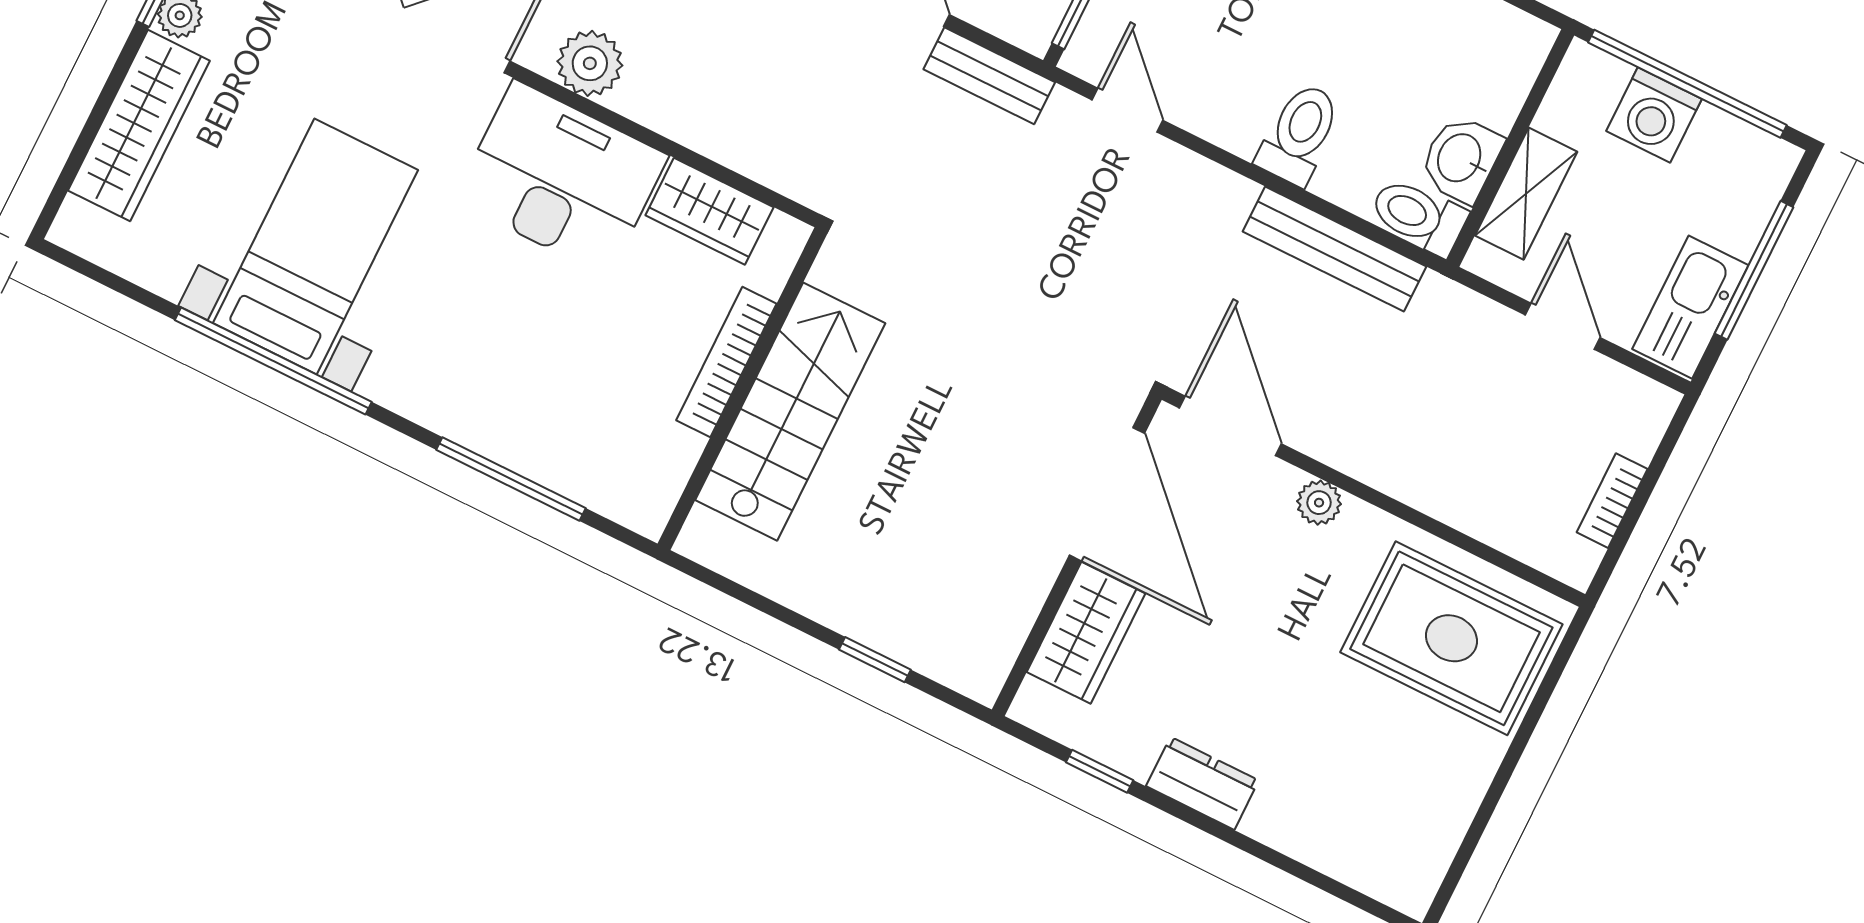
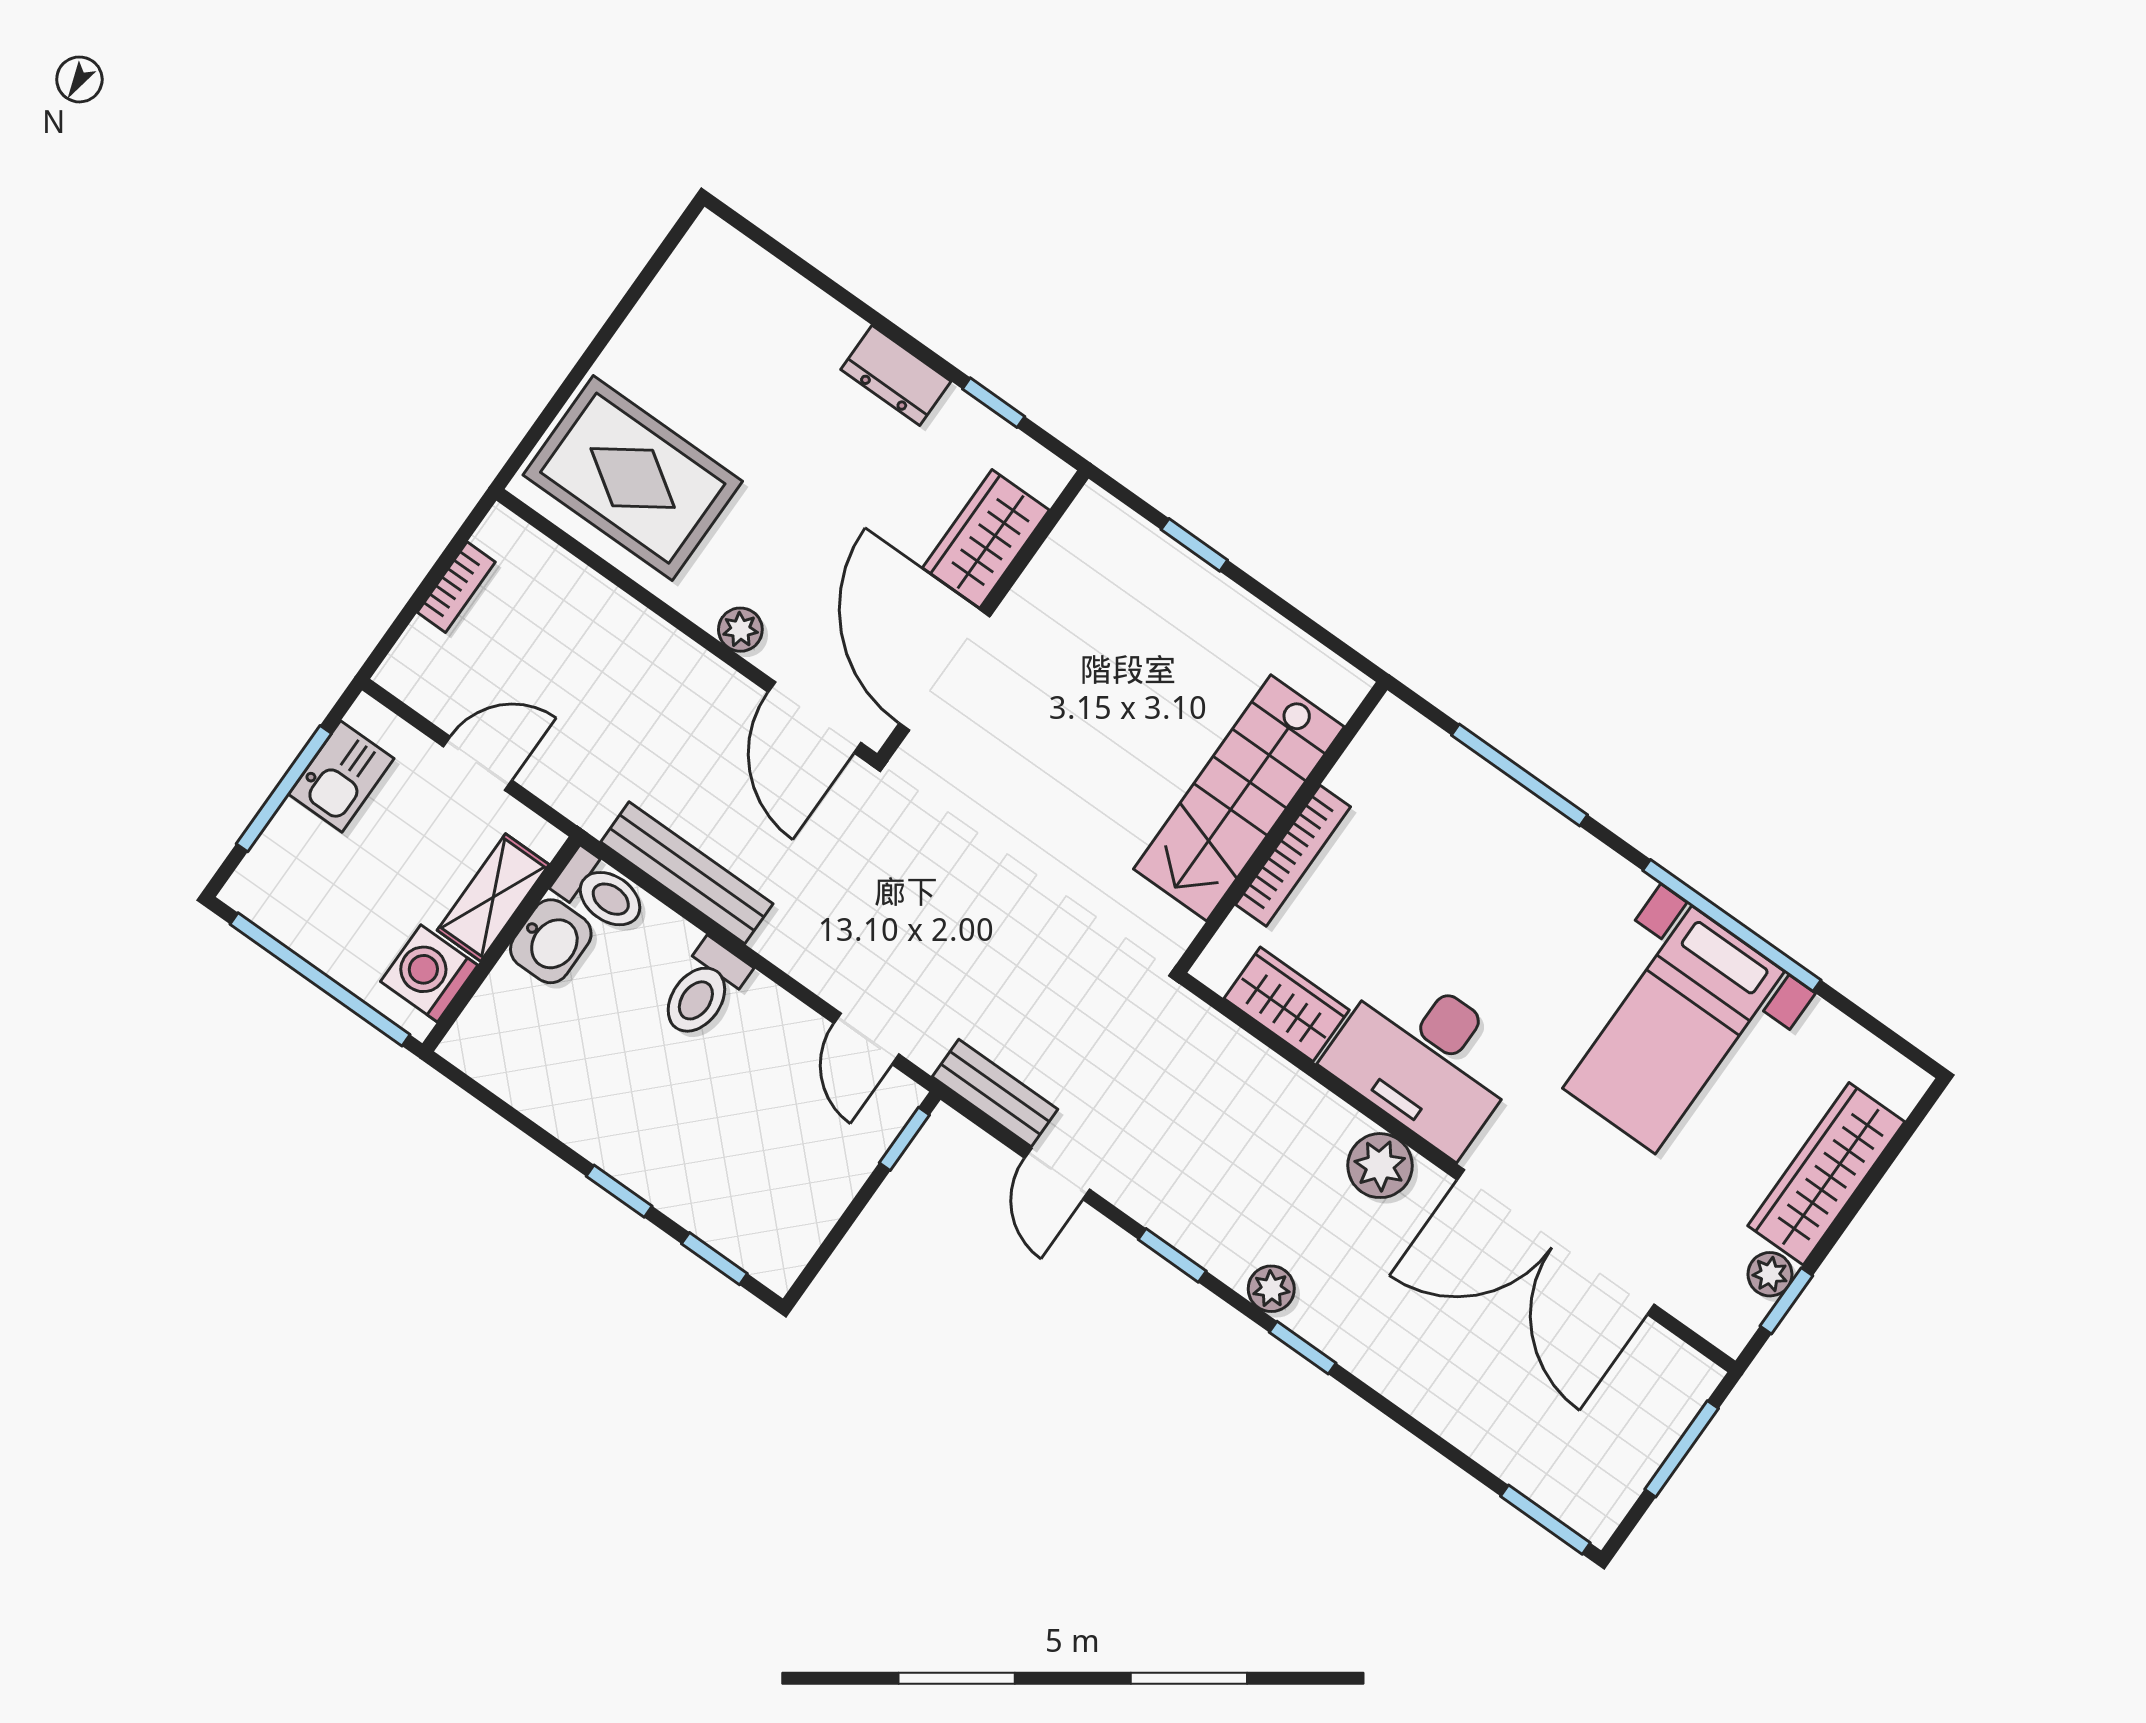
washing machine: (1654, 115) -> (429, 973), moved, turned -90
kitchen sink: (1690, 307) -> (341, 776), width x0.73
door: (1563, 326) -> (478, 763), swing flipped

